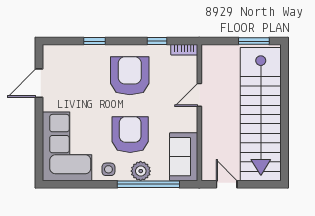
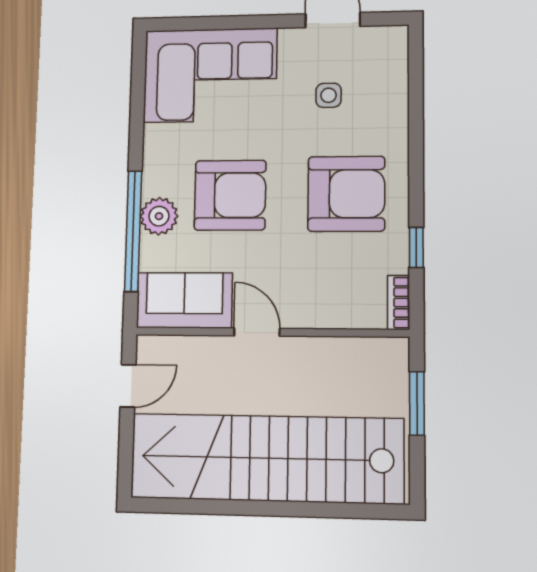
window: (95, 41) -> (416, 124), removed
window: (254, 41) -> (417, 403), moved
door: (199, 95) -> (257, 332), moved
side table: (108, 169) -> (329, 95), moved

